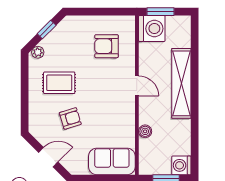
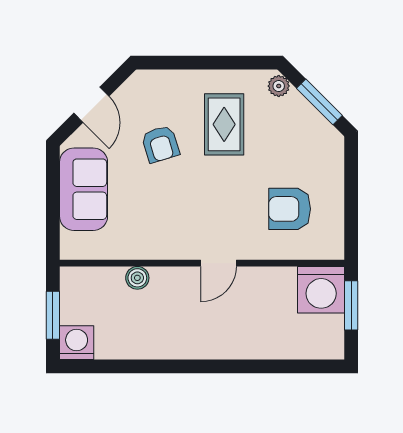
window: (47, 30) -> (319, 102), width x1.50
armchair: (107, 46) -> (290, 209), turned -90
shelving: (181, 83) -> (223, 343), removed
sofa: (112, 161) -> (84, 189), moved

